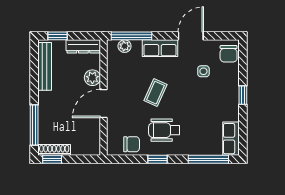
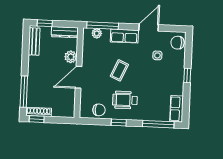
chair: (229, 54) -> (178, 43), turned 90
bench: (45, 66) -> (34, 41), width x0.73

